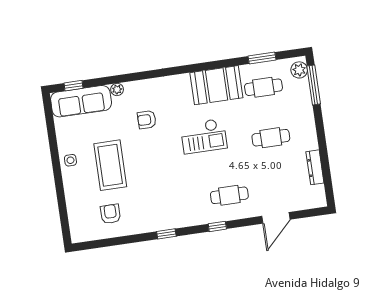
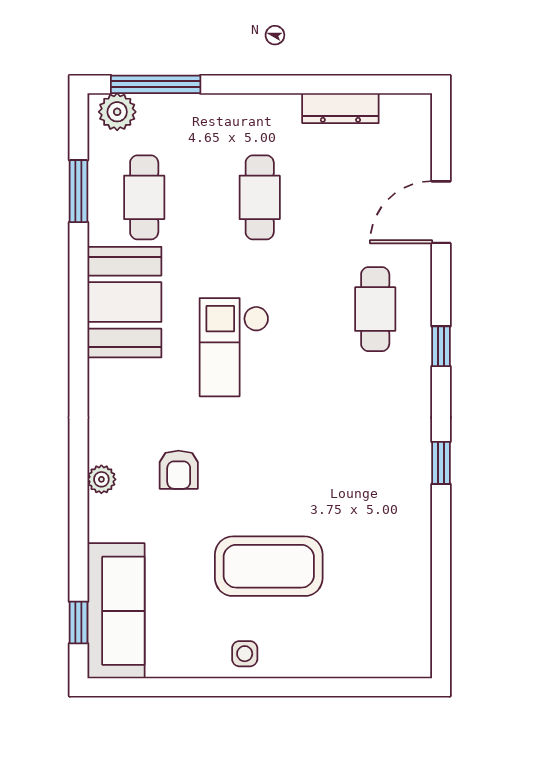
plant: (117, 90) -> (101, 479), moved
checkout: (204, 136) -> (234, 347), turned 180
armchair: (110, 214) -> (378, 582), removed
door: (276, 218) -> (441, 212), swing flipped

